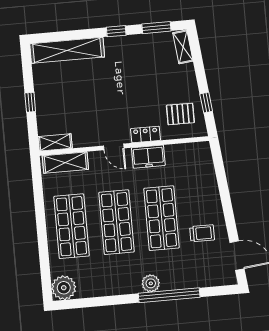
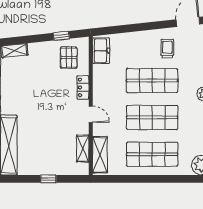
shelving: (55, 142) -> (83, 149), moved
door: (114, 147) -> (91, 114), hinge flipped
freezer: (148, 157) -> (101, 51), moved

